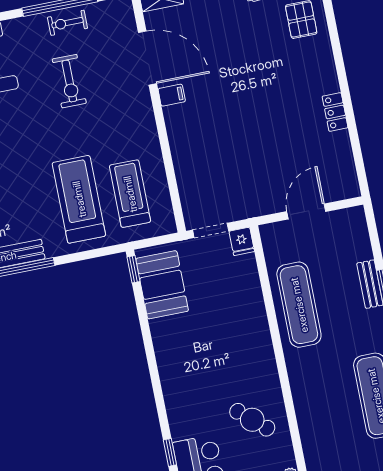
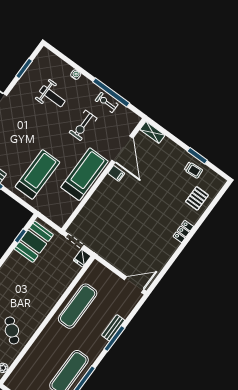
locker: (335, 112) -> (183, 231), moved
treadmill: (130, 194) -> (84, 174), moved, width x1.37, depth x1.38
door: (306, 211) -> (134, 285), moved
window: (134, 269) -> (20, 236), moved

